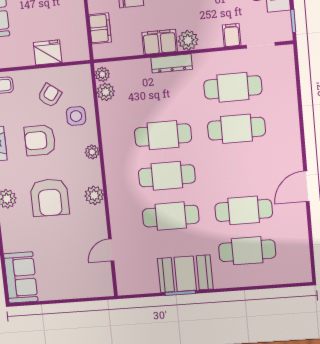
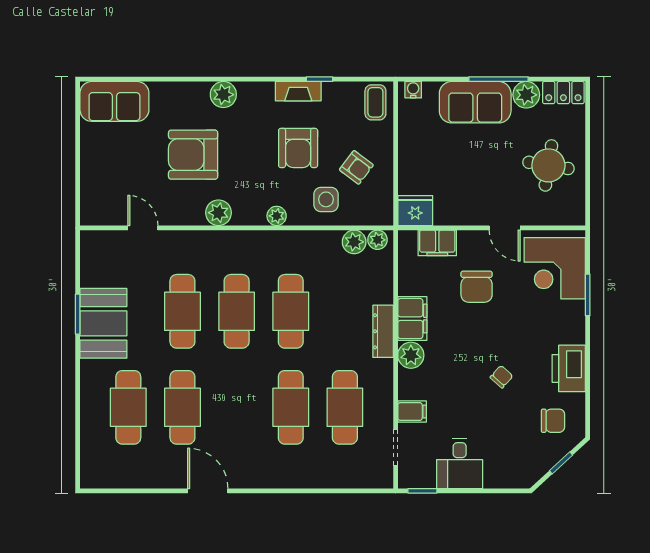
fridge: (48, 52) -> (415, 211), moved, turned -90
armchair: (40, 140) -> (298, 148), turned 180
armchair: (50, 197) -> (193, 155), moved

